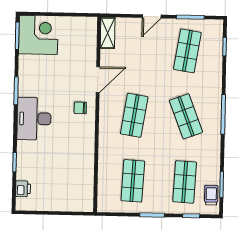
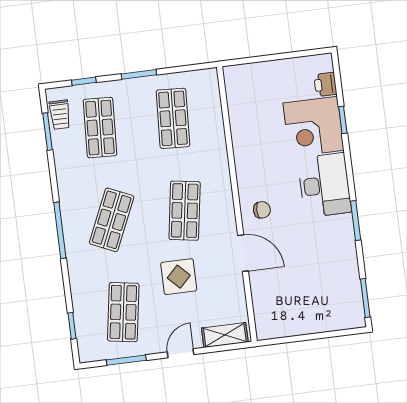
shelving: (108, 33) -> (225, 335), moved, turned 90
corner desk: (38, 35) -> (314, 127), moved
display table: (145, 70) -> (179, 277), added
door: (98, 80) -> (243, 253), swing flipped
shop shelf: (186, 116) -> (112, 220), turned 45

